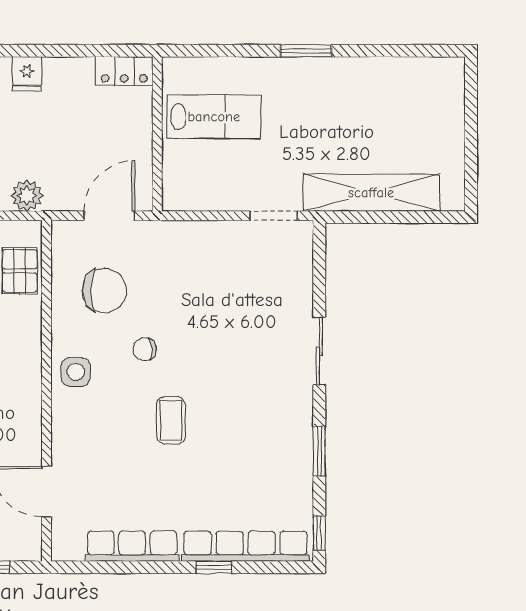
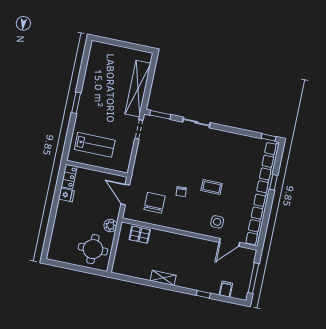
fridge: (27, 74) -> (66, 195), moved
lab bench: (214, 117) -> (95, 145), turned 90
side table: (76, 372) -> (217, 222), moved
window: (319, 451) -> (160, 115), moved
row of seats: (132, 546) -> (257, 220), width x1.36

